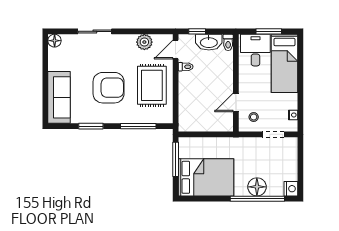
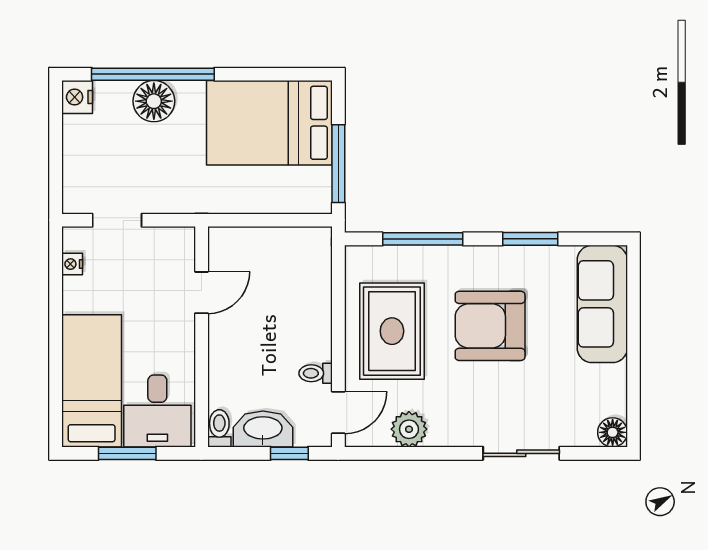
stool: (254, 117) -> (161, 259), removed

